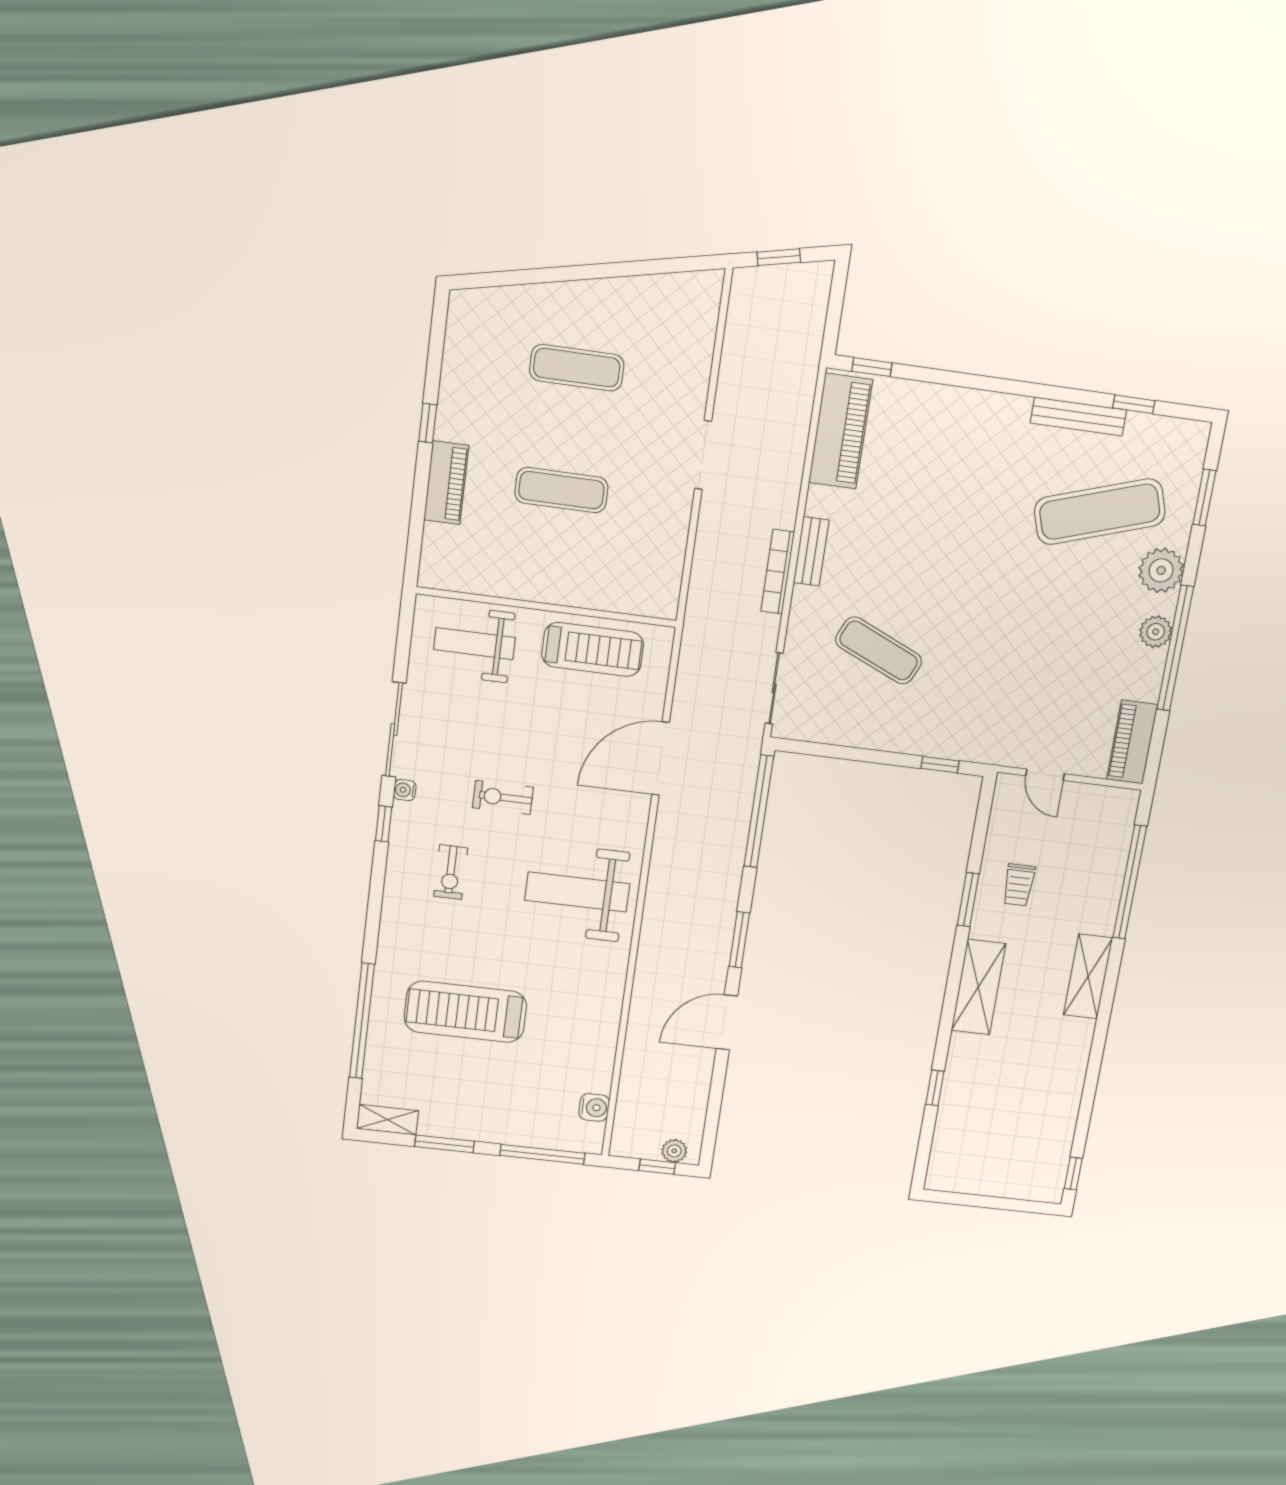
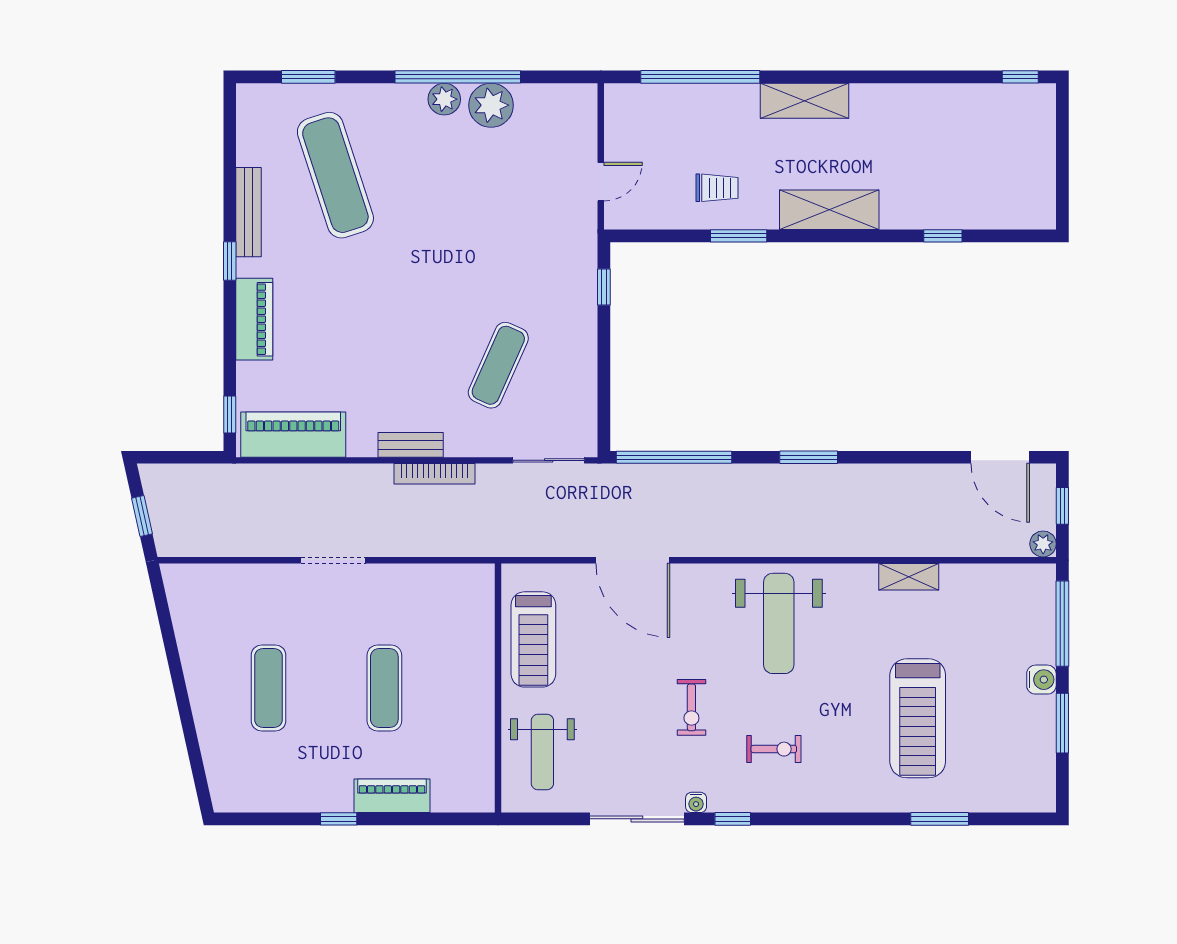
window: (1134, 404) -> (230, 261), moved
plant: (1161, 570) -> (491, 105), moved
treadmill: (593, 649) -> (533, 639), turned 180
piano: (1132, 742) -> (254, 319), moved, turned -90
window: (362, 1021) -> (940, 819), width x0.47
door: (727, 1022) -> (1000, 457), moved
water cooler: (594, 1107) -> (1041, 680), moved, turned 90
shelving: (387, 1120) -> (909, 577), moved, turned 90
plant: (674, 1151) -> (1043, 544), moved

